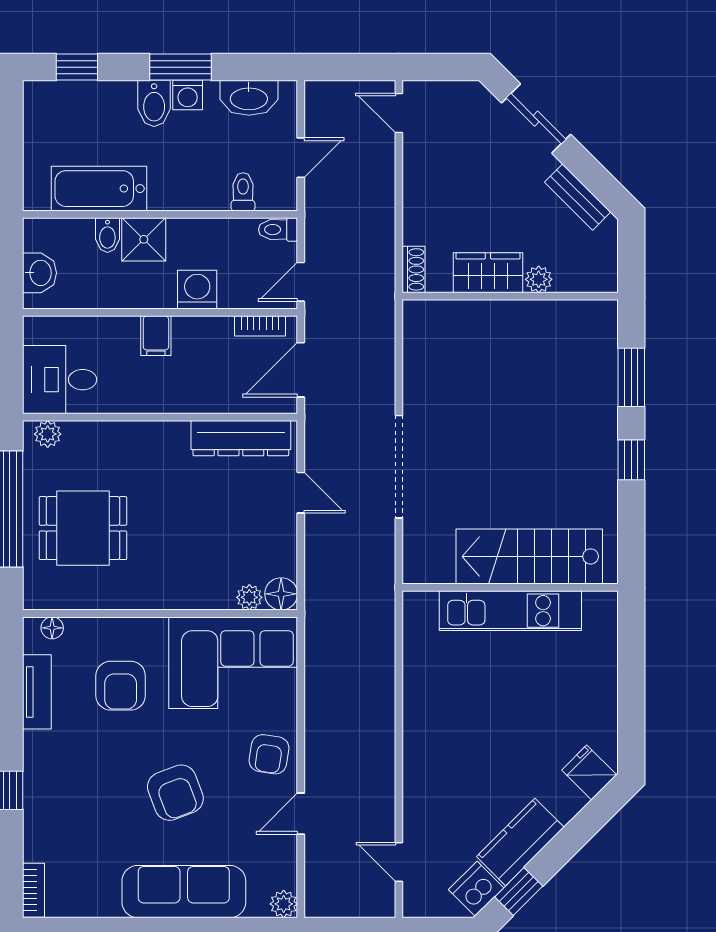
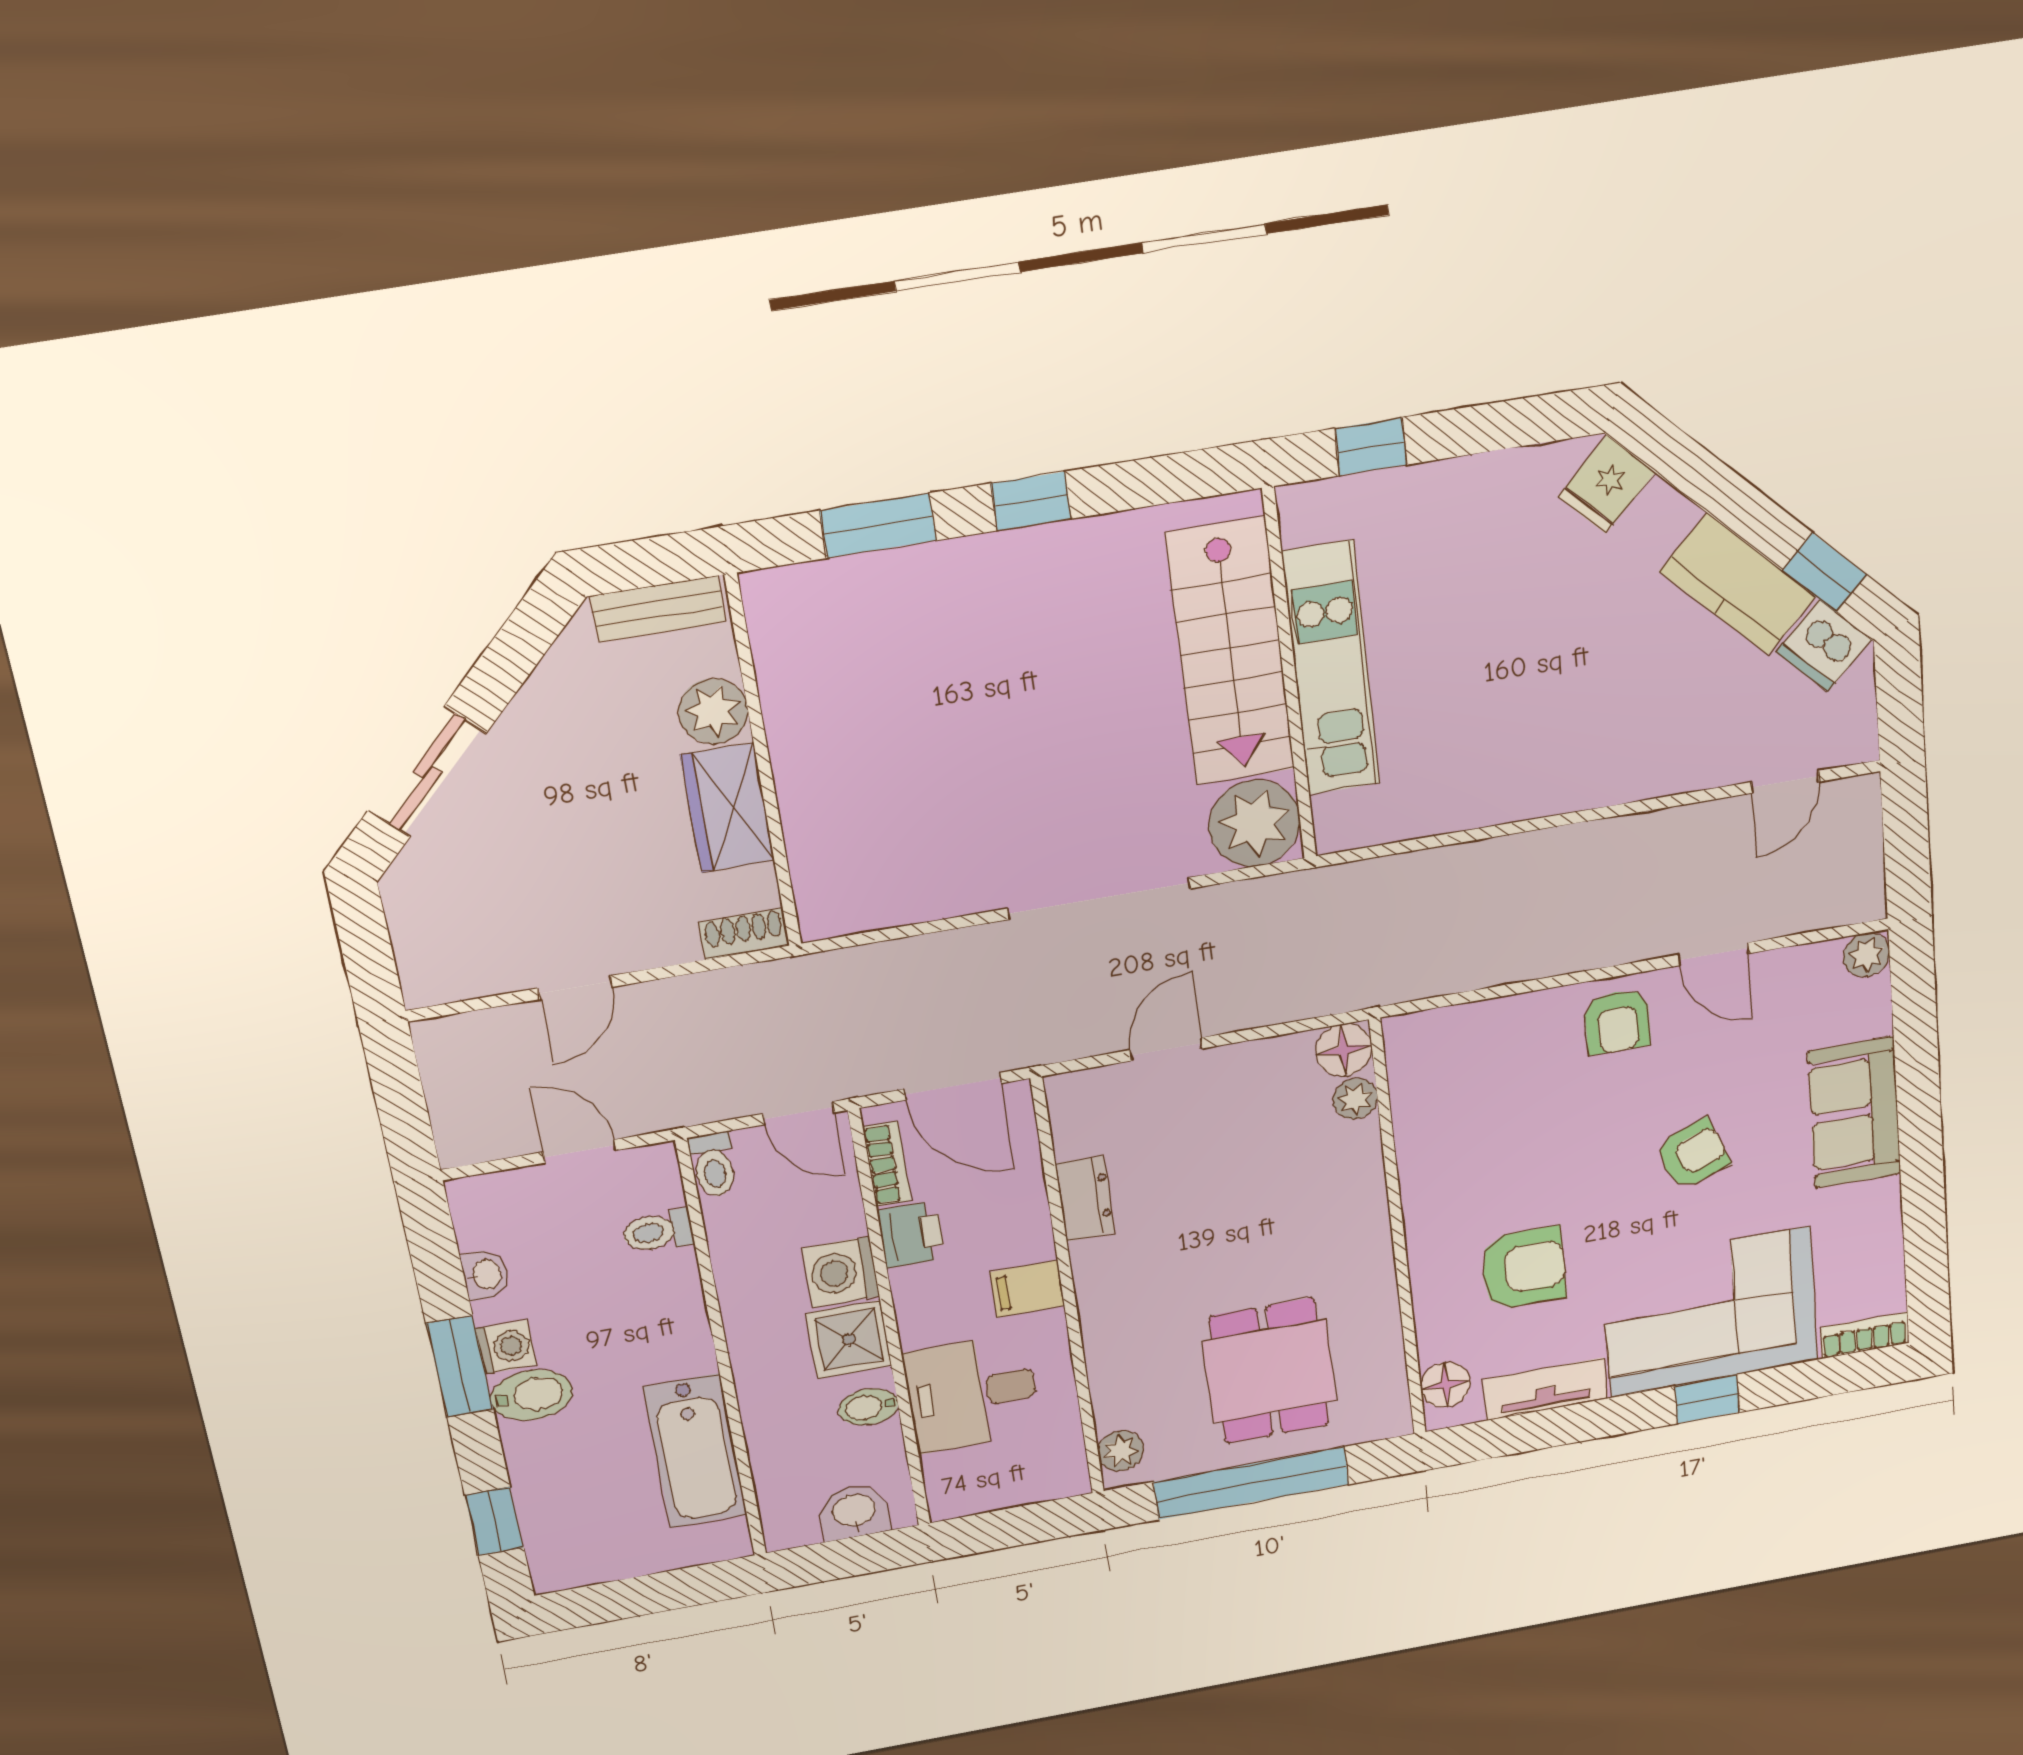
washbasin: (249, 98) -> (486, 1275), width x0.52, depth x0.69
door: (399, 113) -> (575, 988), moved
bench: (578, 197) -> (658, 609), moved, turned 45
bidet: (107, 235) -> (868, 1407), moved, turned 180
shower: (144, 239) -> (849, 1339), moved
plant: (539, 279) -> (713, 711), width x1.38, depth x1.38
printer: (213, 333) -> (911, 1234), added
filing cabinet: (156, 336) -> (1027, 1289), moved, turned 180
desk: (60, 380) -> (972, 1393), moved, turned 90
dresser: (241, 438) -> (1085, 1198), width x0.51, depth x0.80
plant: (428, 558) -> (1255, 823), added
floor lamp: (52, 628) -> (1445, 1385), width x1.37, depth x1.37
window: (631, 645) -> (1371, 447), added
corner sofa: (233, 663) -> (1710, 1312), moved, turned -90
armchair: (269, 754) -> (1618, 1022), turned 81
armchair: (175, 793) -> (1693, 1154), width x0.72, depth x0.72
sofa: (184, 892) -> (1854, 1113), width x0.73

